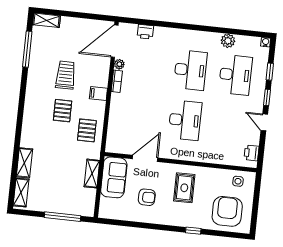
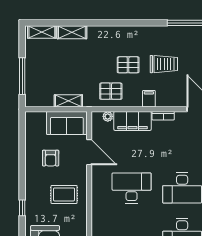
plant: (119, 64) -> (108, 116), moved
filing cabinet: (119, 112) -> (132, 121), added
desk: (185, 120) -> (132, 188), turned 180

